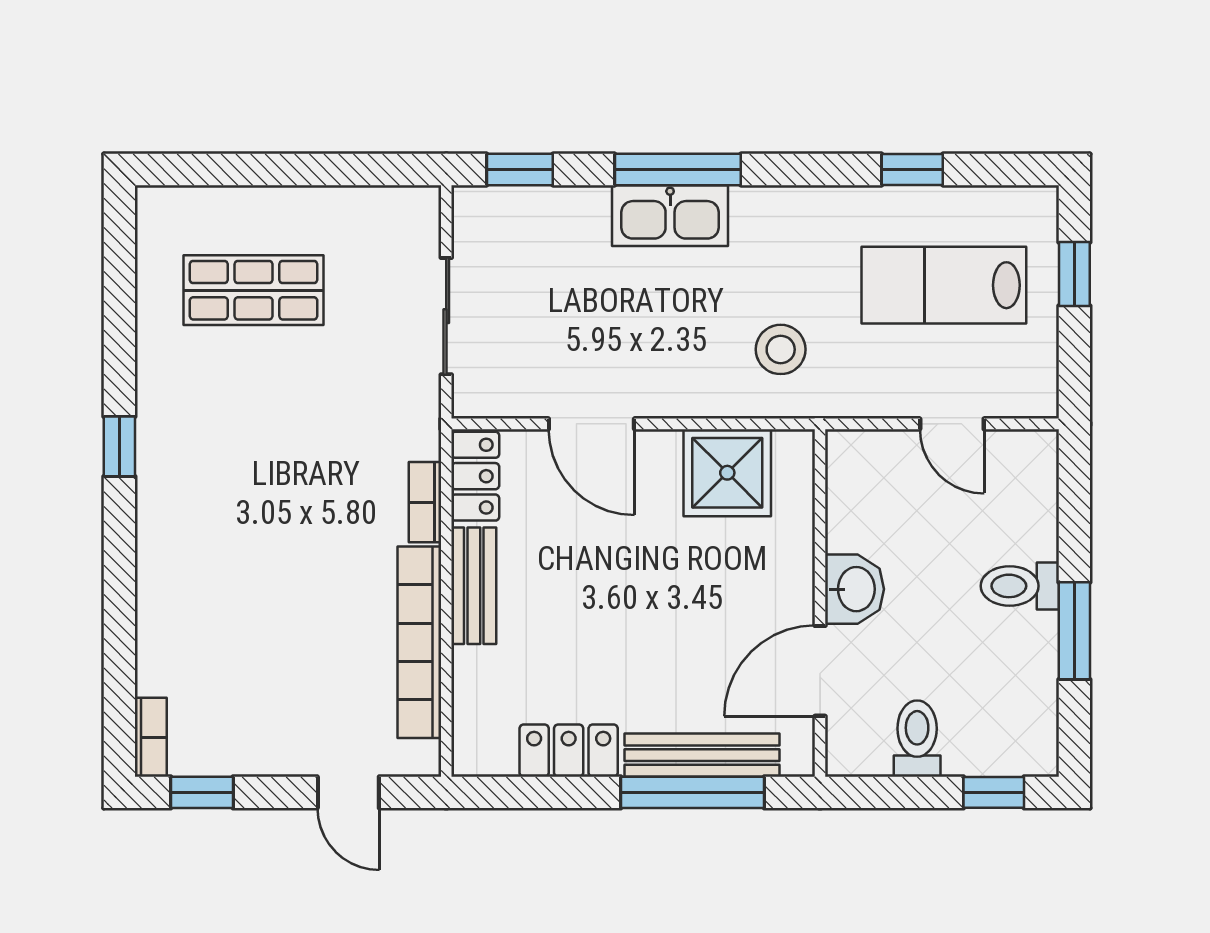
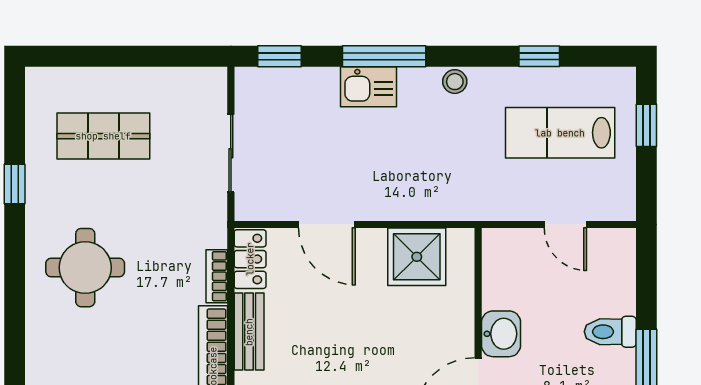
kitchen sink: (670, 216) -> (368, 87), width x0.73
stool: (781, 349) -> (455, 82), moved, width x0.73, depth x0.73
window: (119, 446) -> (15, 184), moved
round table: (226, 489) -> (85, 268), added

